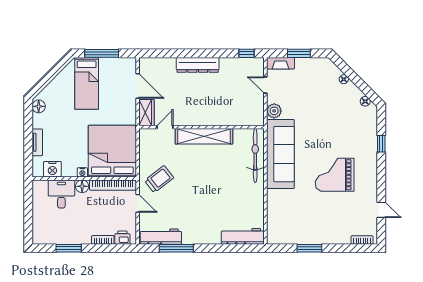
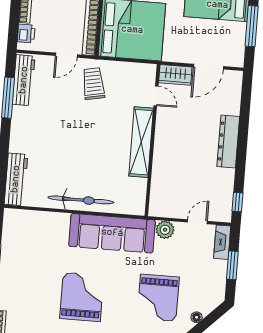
grand piano: (330, 112) -> (158, 298), added
bicycle: (255, 156) -> (81, 200), moved
trolley: (159, 179) -> (93, 84), turned -153

